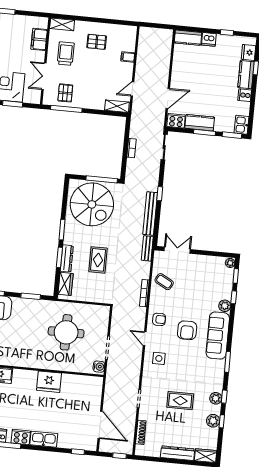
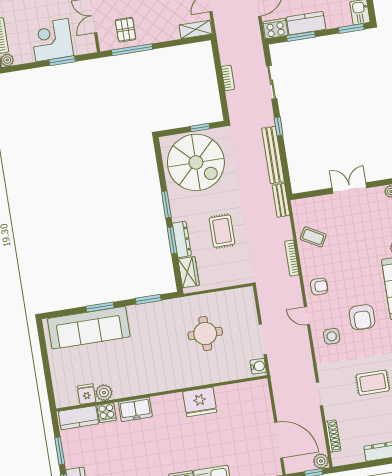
window: (205, 133) -> (301, 36), moved
sliding door: (164, 147) -> (272, 82), moved
window: (102, 179) -> (200, 127), width x0.46
double door: (177, 250) -> (349, 188), moved
armchair: (187, 330) -> (362, 317), moved
round table: (66, 332) -> (205, 334), width x0.73, depth x0.73
plant: (127, 448) -> (321, 461), added

